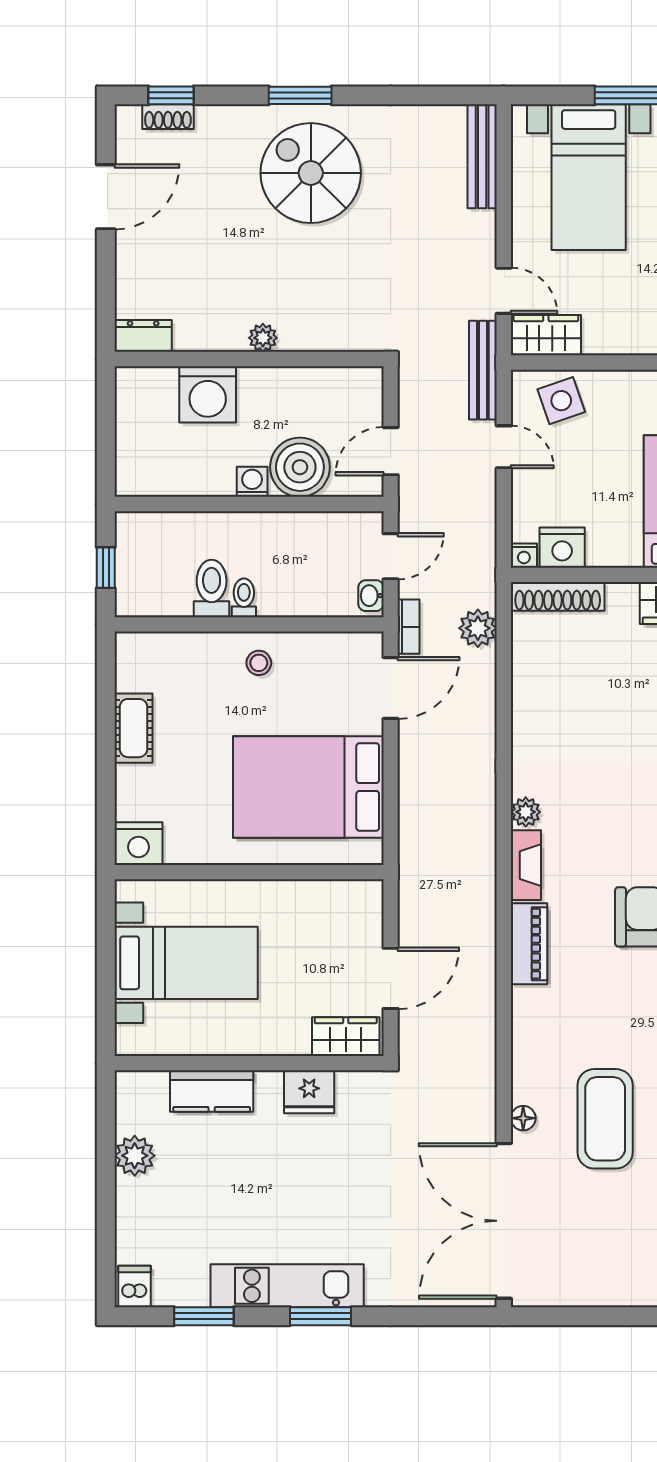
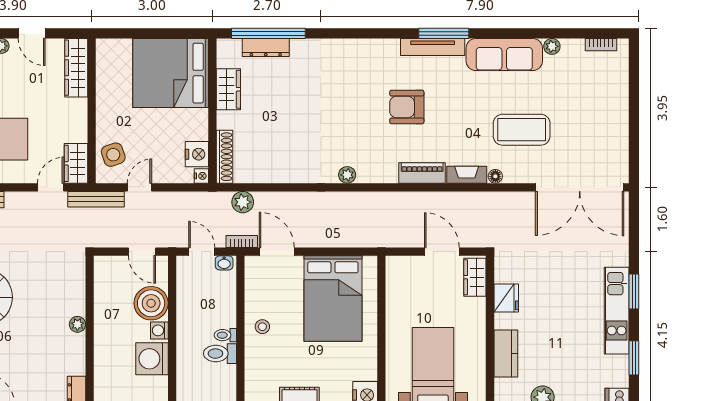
washing machine: (208, 394) -> (152, 359), moved, turned 180
fireplace: (526, 865) -> (467, 175), moved
floor lamp: (523, 1118) -> (495, 176), moved

